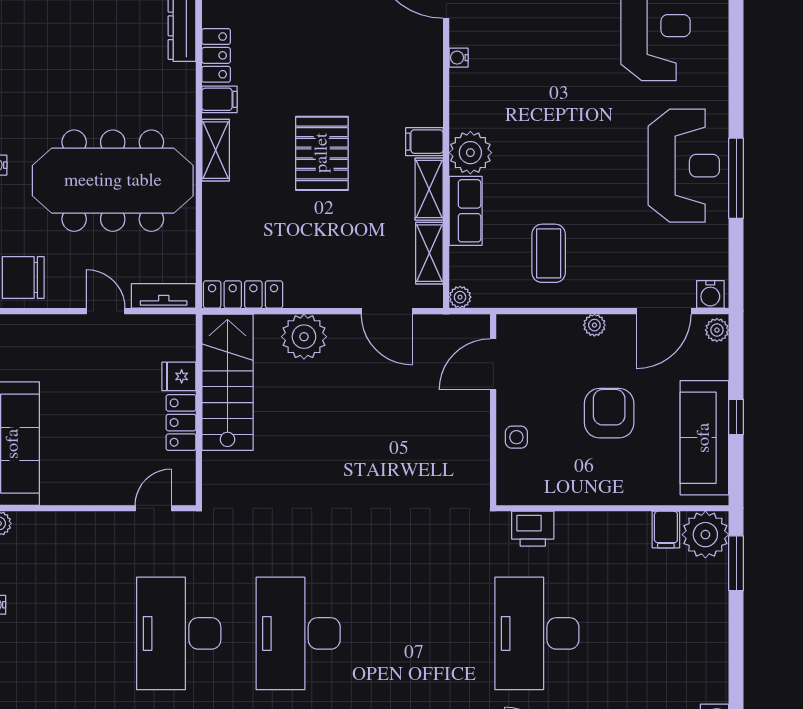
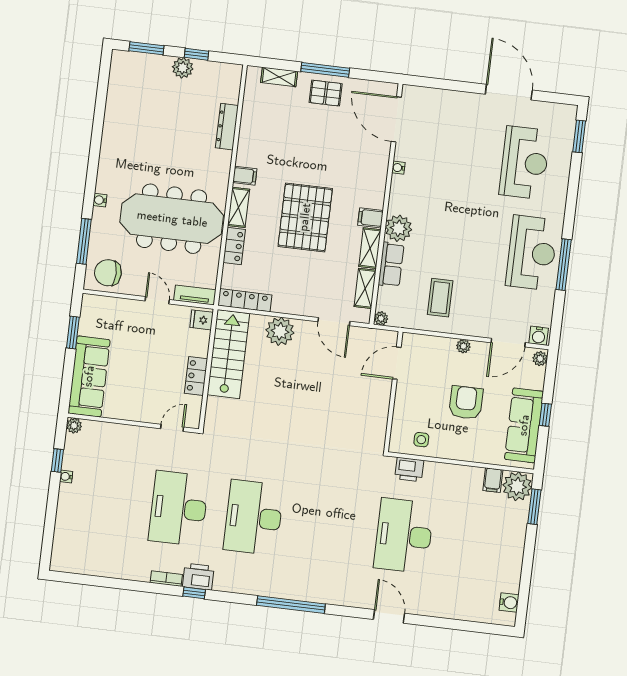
locker: (216, 55) -> (234, 246), moved
pallet: (322, 153) -> (305, 217), width x1.37, depth x1.41
fridge: (179, 376) -> (202, 320), moved
side table: (516, 437) -> (421, 440), moved

